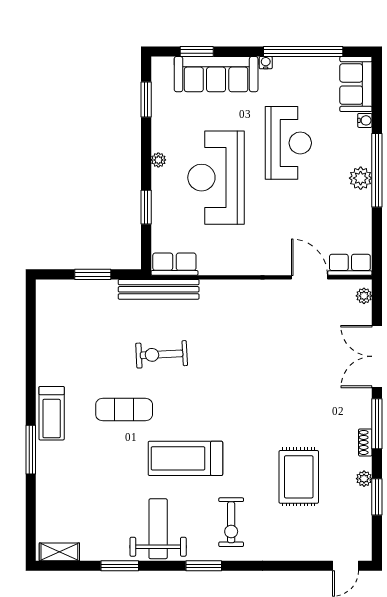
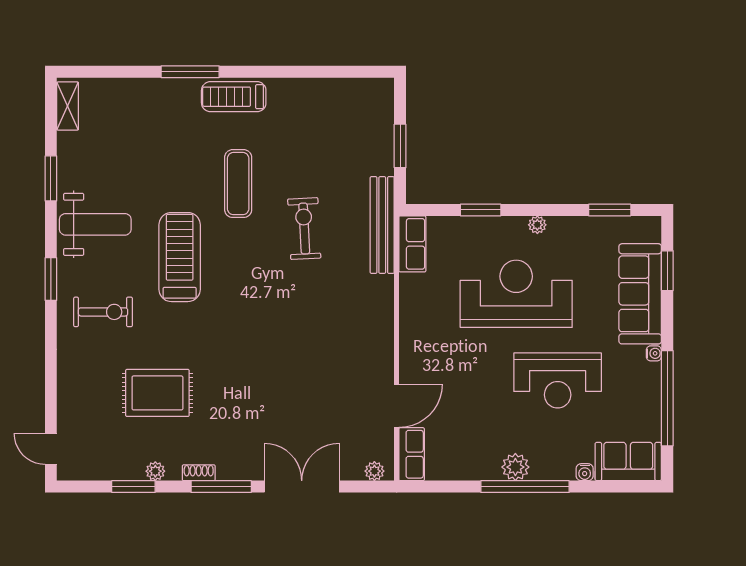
exercise bike: (231, 522) -> (103, 312), turned 180

